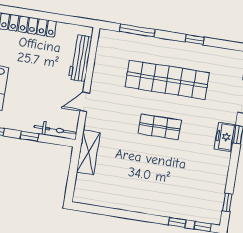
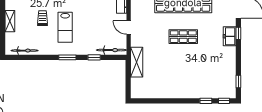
door: (85, 102) -> (129, 28), hinge flipped

